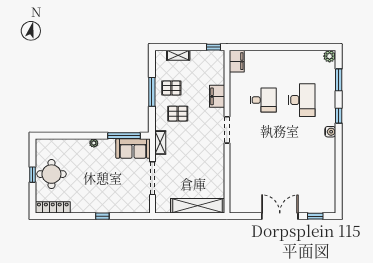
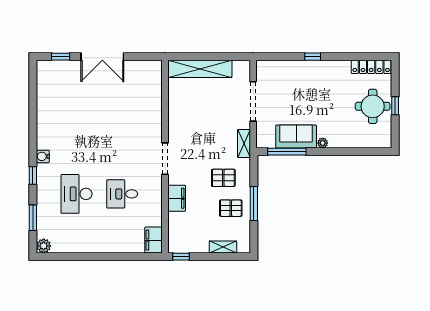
sofa: (133, 149) -> (296, 137), moved

